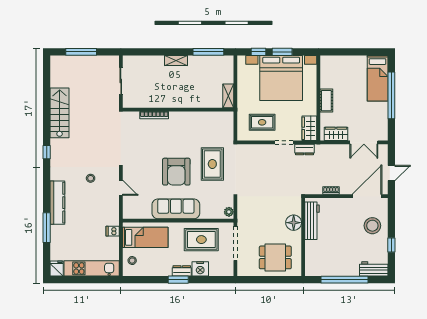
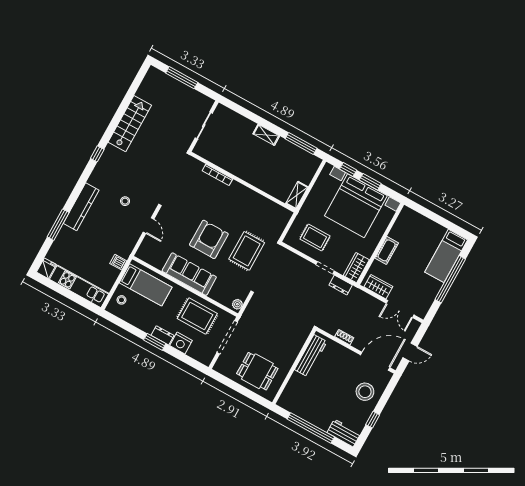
armchair: (176, 172) -> (209, 239), turned 180
floor lamp: (294, 223) -> (293, 348), removed

